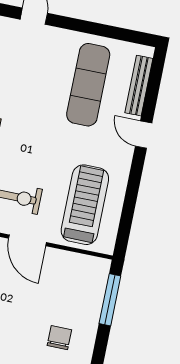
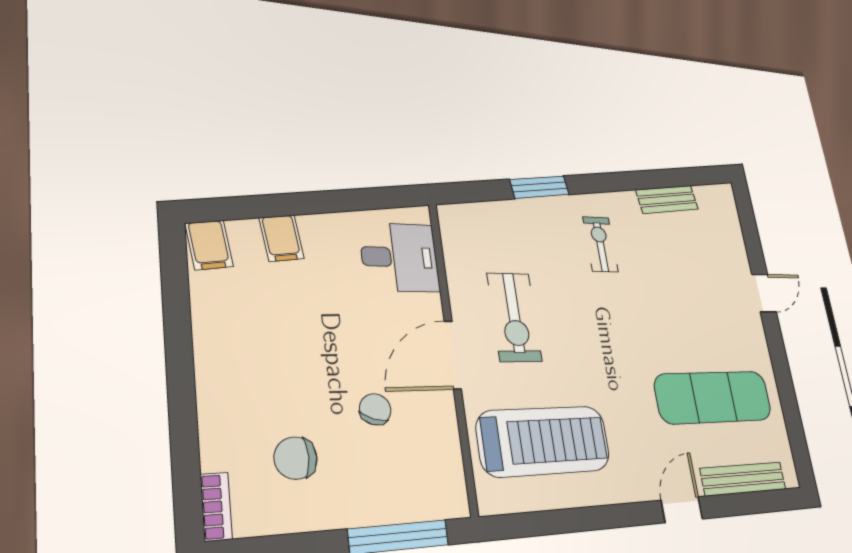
chair: (46, 291) -> (375, 409), added
chair: (59, 338) -> (296, 458), turned 180

